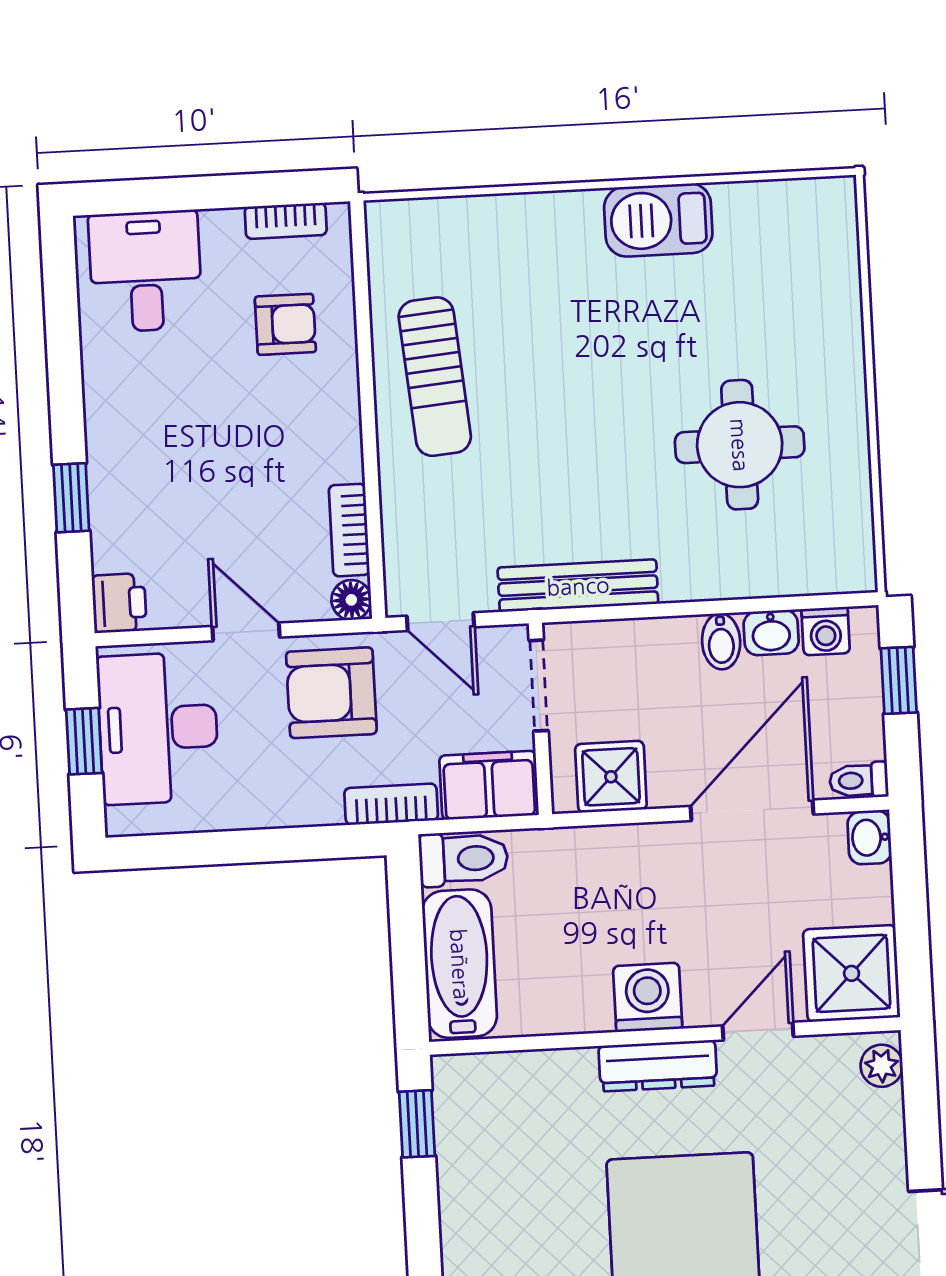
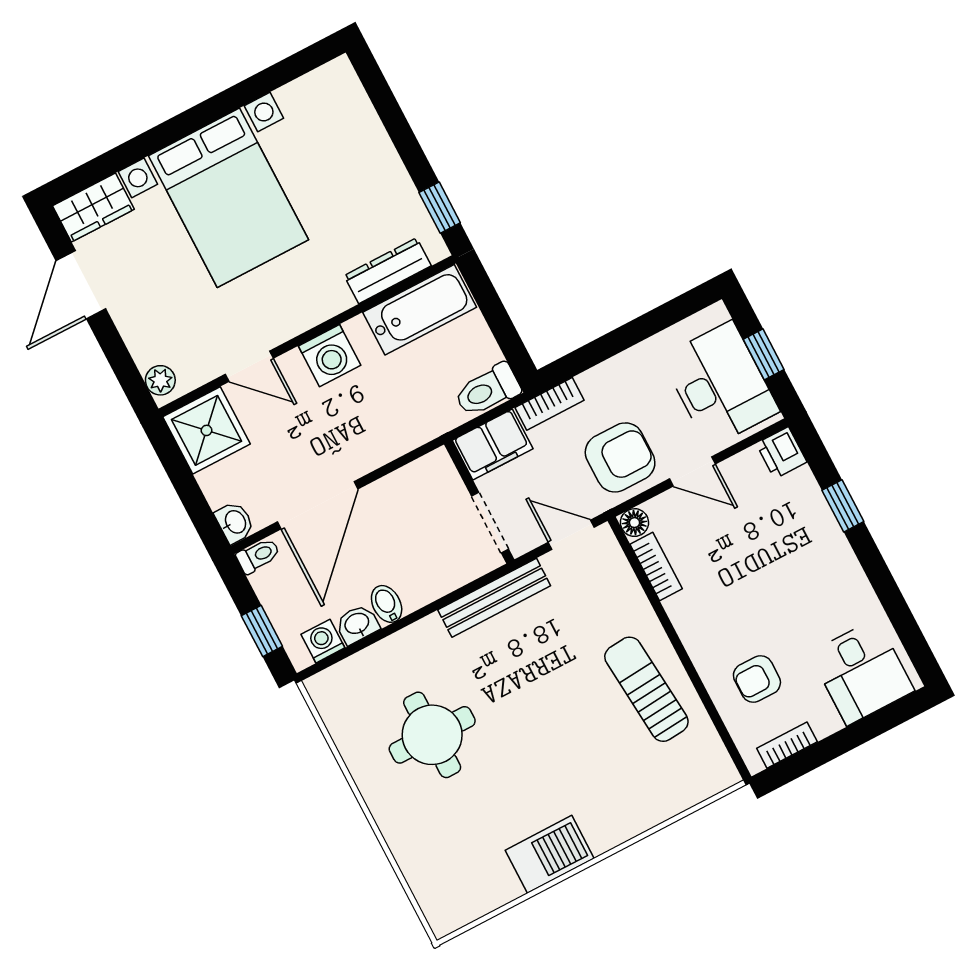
shower: (611, 777) -> (417, 486), removed
bathtub: (460, 964) -> (420, 310), moved, turned -90
door: (758, 1031) -> (249, 366), hinge flipped
dresser: (658, 1066) -> (388, 271), moved

